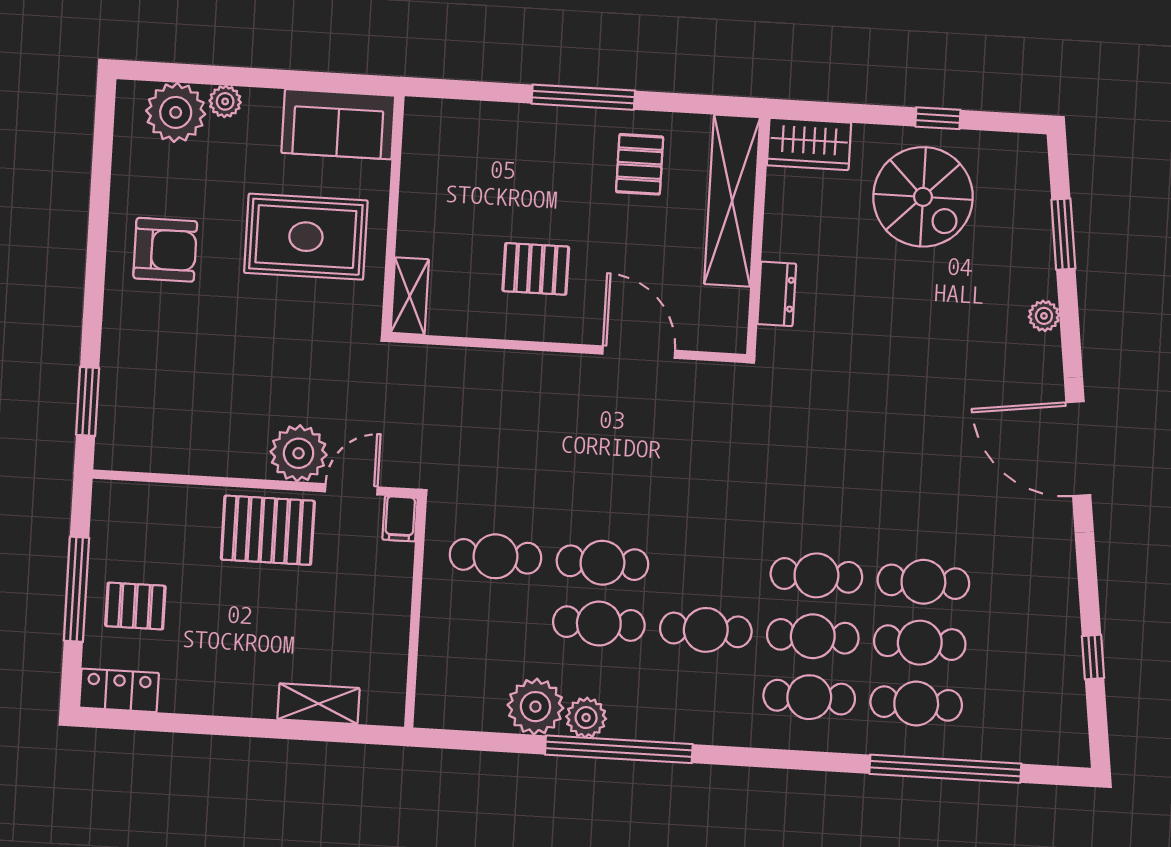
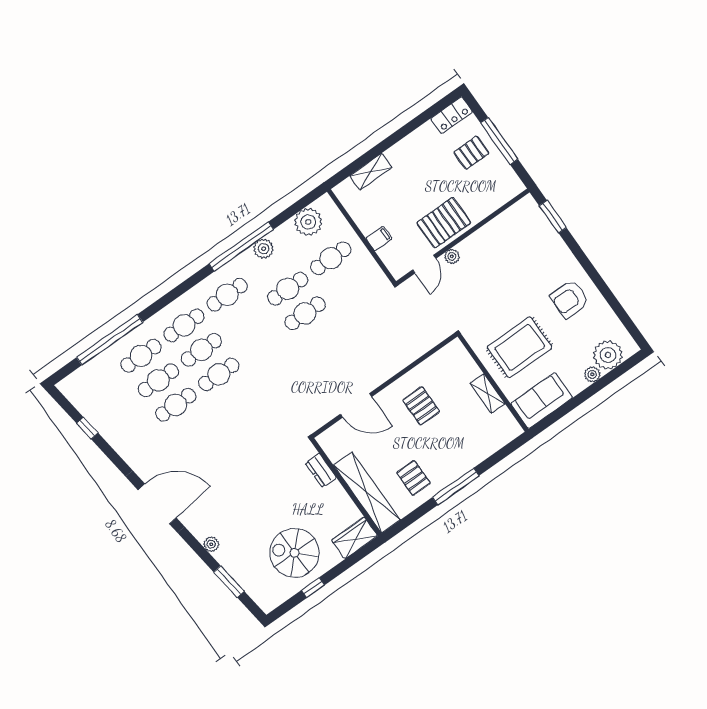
pallet: (536, 269) -> (421, 406), turned 90
shelving: (410, 296) -> (488, 394), moved
plant: (299, 453) -> (452, 256), width x0.53, depth x0.53
filing cabinet: (400, 519) -> (379, 239), moved, turned 90
cafe table: (495, 556) -> (331, 258), moved
cafe table: (706, 630) -> (227, 295), moved
plant: (535, 707) -> (308, 222), moved

